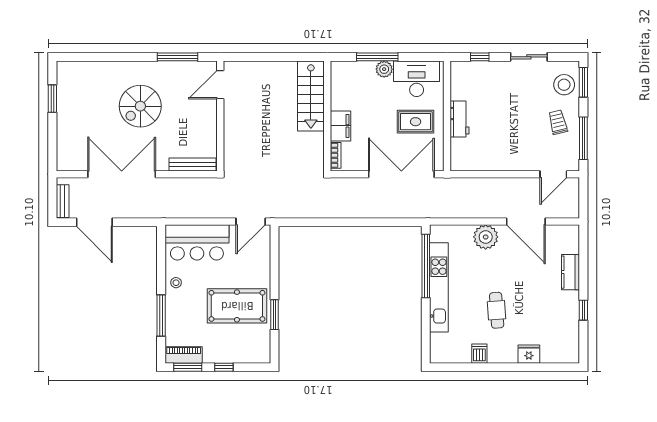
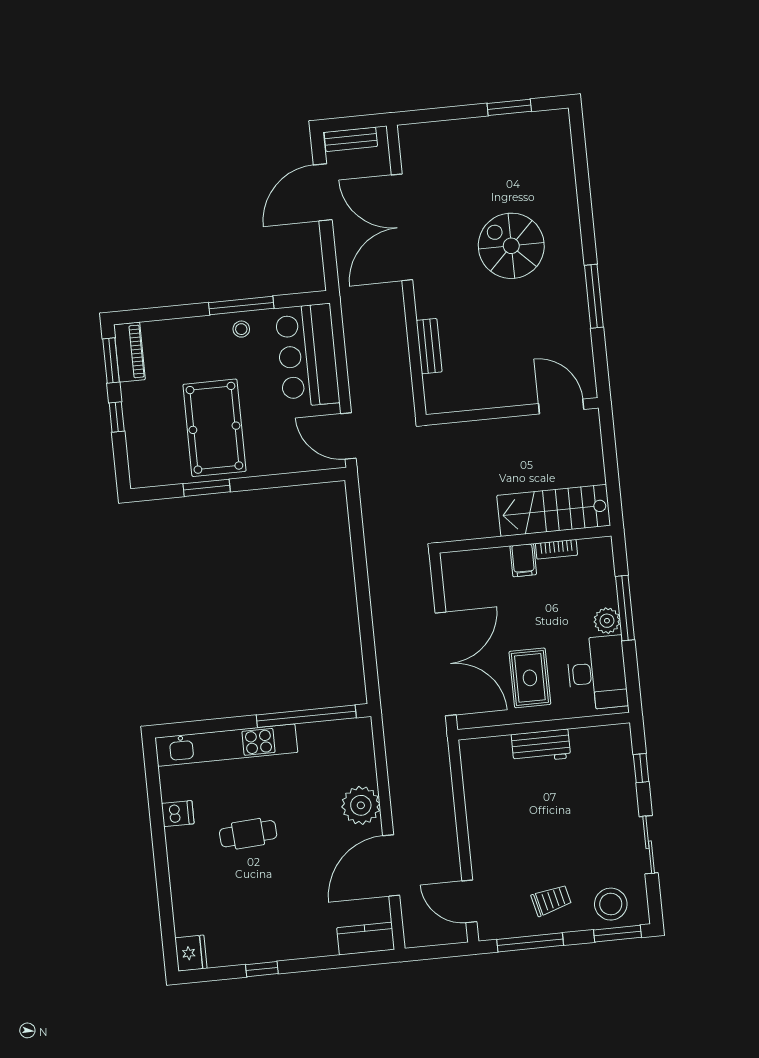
door: (220, 85) -> (561, 406), moved
wall: (220, 116) -> (512, 411), moved
filing cabinet: (340, 126) -> (523, 560), width x0.50
bookcase: (336, 155) -> (556, 549), moved
bench: (192, 165) -> (429, 346), width x0.73
double door: (122, 174) -> (402, 227), swing flipped
kitchen counter: (571, 272) -> (366, 939), moved
kitchen unit: (439, 287) -> (226, 745), moved
window: (161, 315) -> (241, 306), moved
fridge: (529, 354) -> (191, 953), moved

